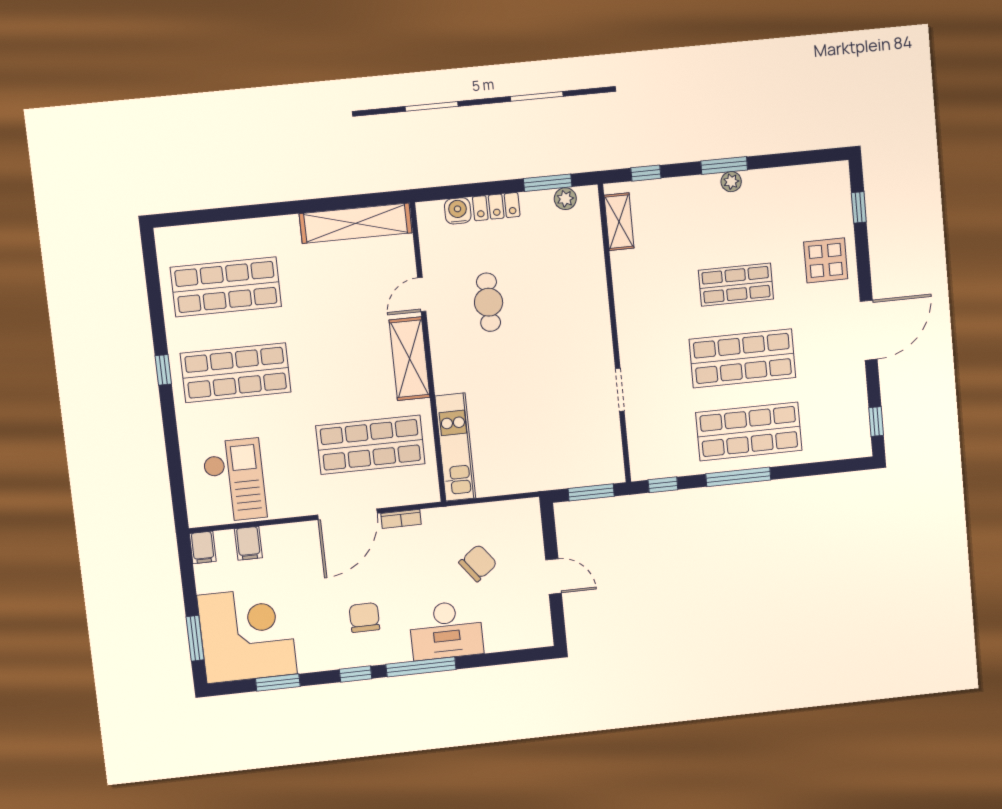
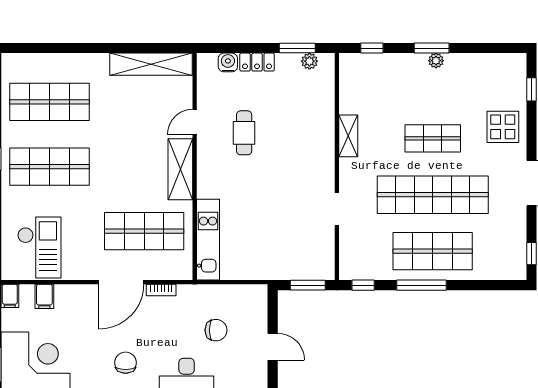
shelving: (619, 222) -> (348, 136), moved
shop shelf: (742, 358) -> (433, 195), width x1.40
chair: (478, 563) -> (216, 330), turned 37

